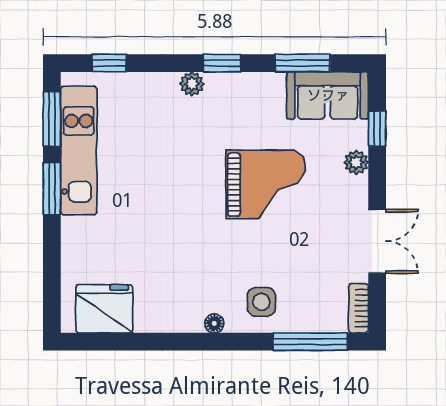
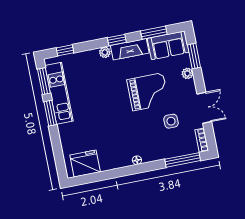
fireplace: (245, 88) -> (130, 49), added
window: (377, 129) -> (194, 56), width x1.50
side table: (261, 302) -> (171, 121), moved

